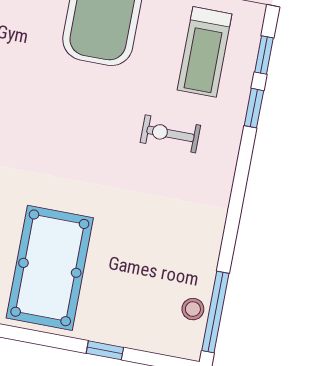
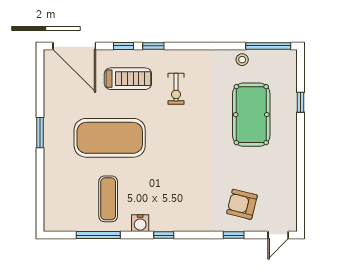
pool table: (50, 268) -> (251, 115), moved, turned 90
stool: (193, 309) -> (242, 60), moved

